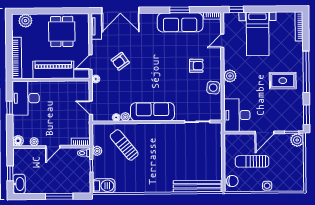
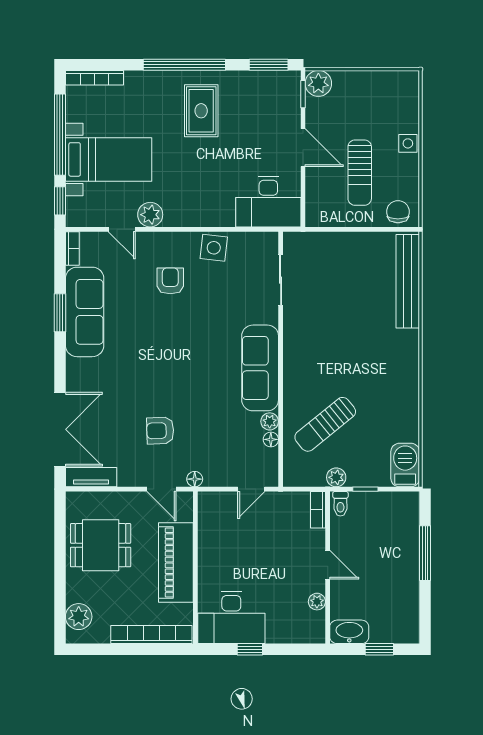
window: (270, 9) -> (60, 135), added
armchair: (120, 61) -> (160, 431), turned 124
plant: (230, 76) -> (150, 215), moved
floor lamp: (18, 141) -> (315, 633), removed
washbasin: (19, 184) -> (349, 632), moved

